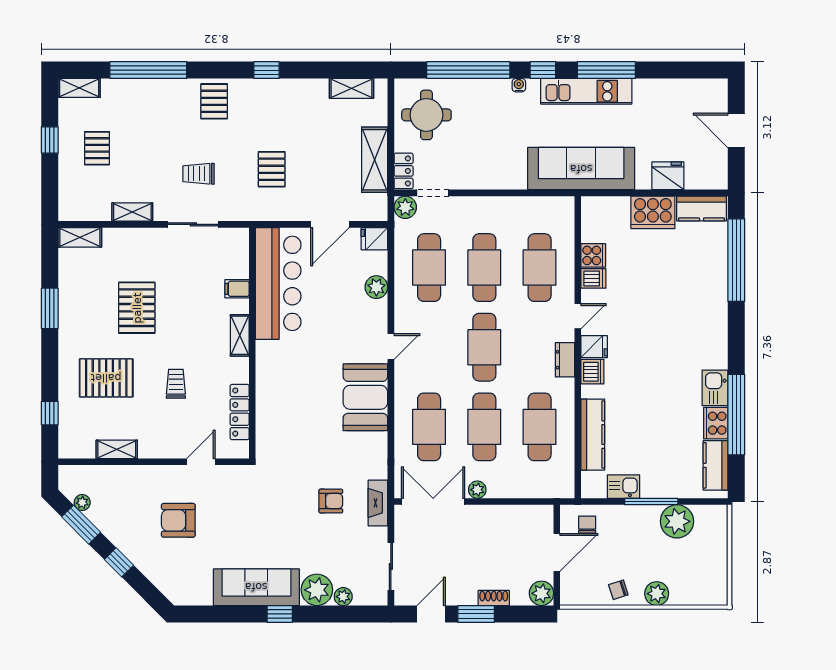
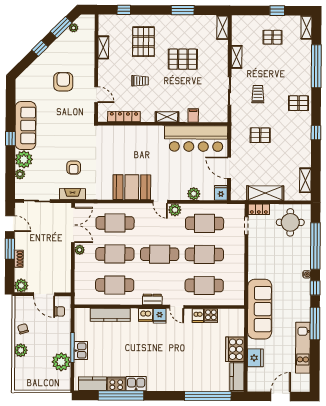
kitchen unit: (586, 91) -> (303, 348), moved
plant: (405, 207) -> (175, 210), moved
kitchen sink: (623, 487) -> (81, 351), moved

